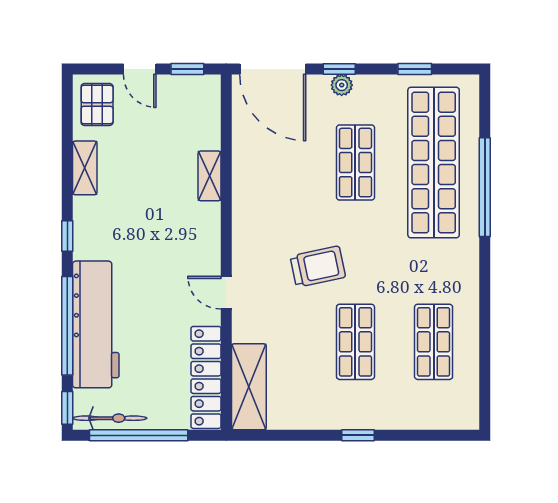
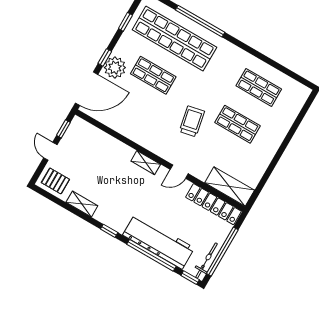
door: (140, 69) -> (50, 151), swing flipped
plant: (342, 85) -> (115, 68), width x1.87, depth x1.87
shelving: (209, 176) -> (146, 163), moved
window: (358, 435) -> (282, 148), removed

